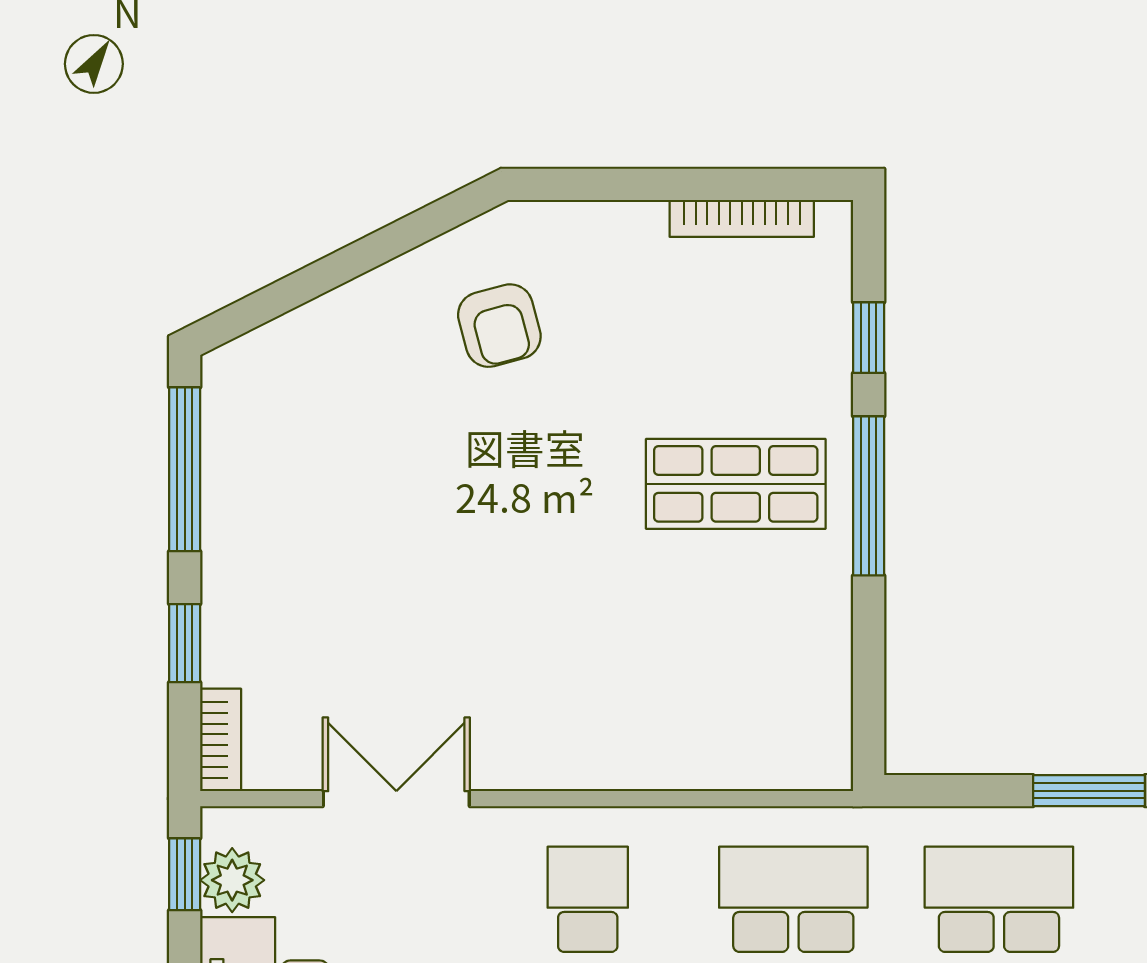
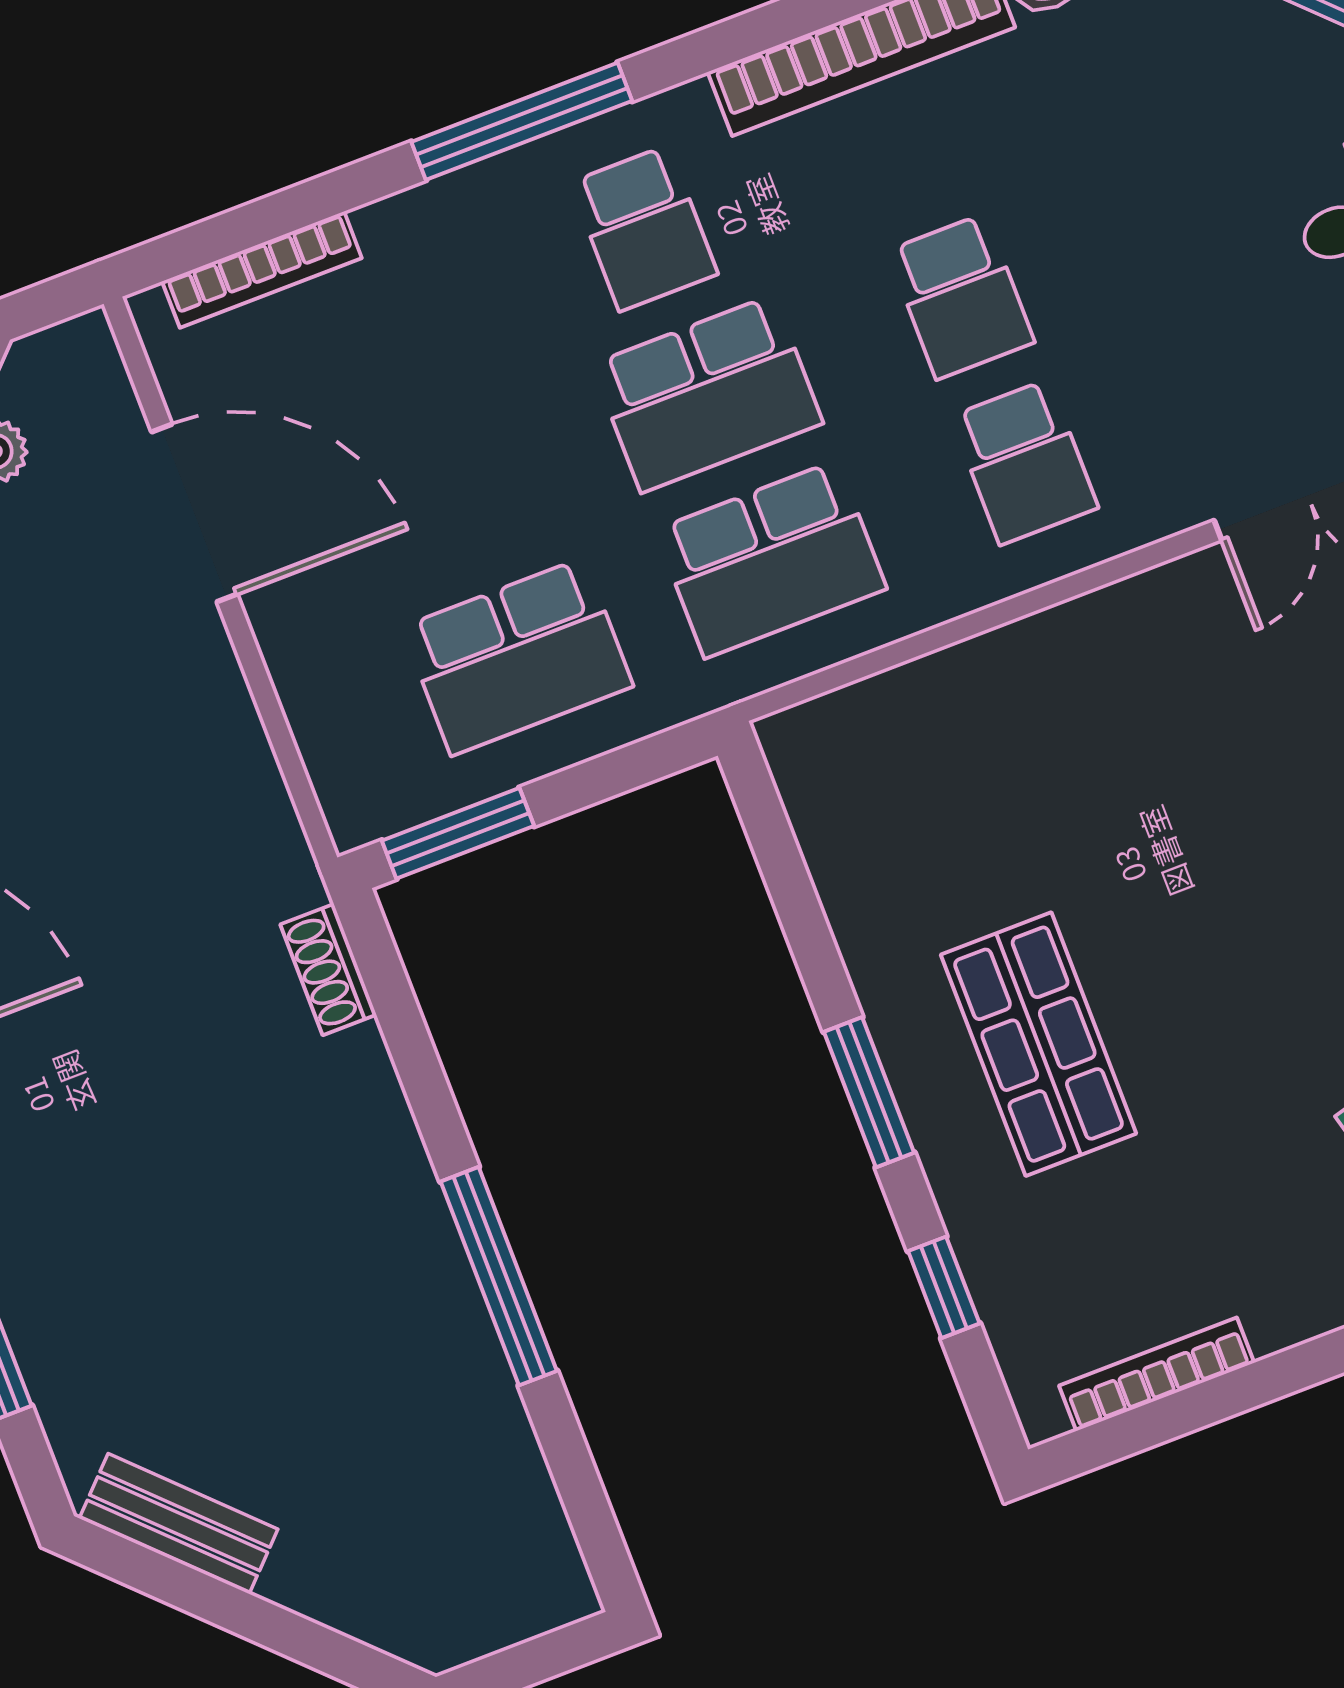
shop shelf: (736, 484) -> (1038, 1044), turned 90
window: (869, 496) -> (869, 1092), width x0.69

